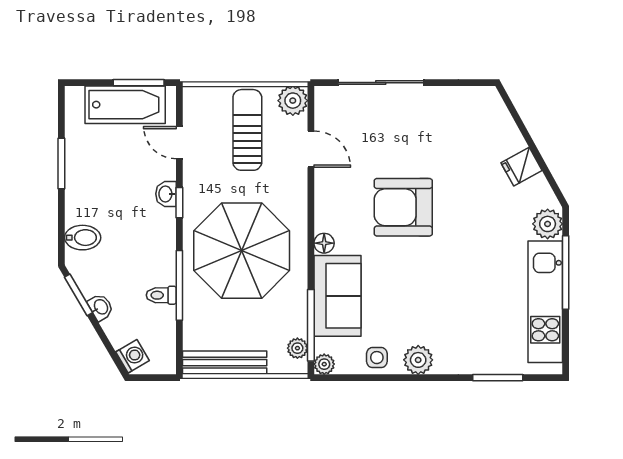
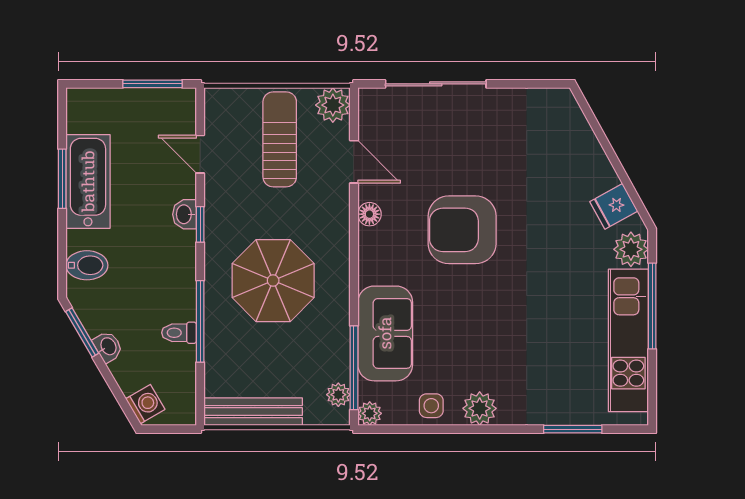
bathtub: (125, 105) -> (88, 181), moved, turned -90
fridge: (522, 167) -> (614, 206), moved
floor lamp: (324, 243) -> (369, 214), moved
parasol: (242, 251) -> (273, 281), width x0.73, depth x0.73

